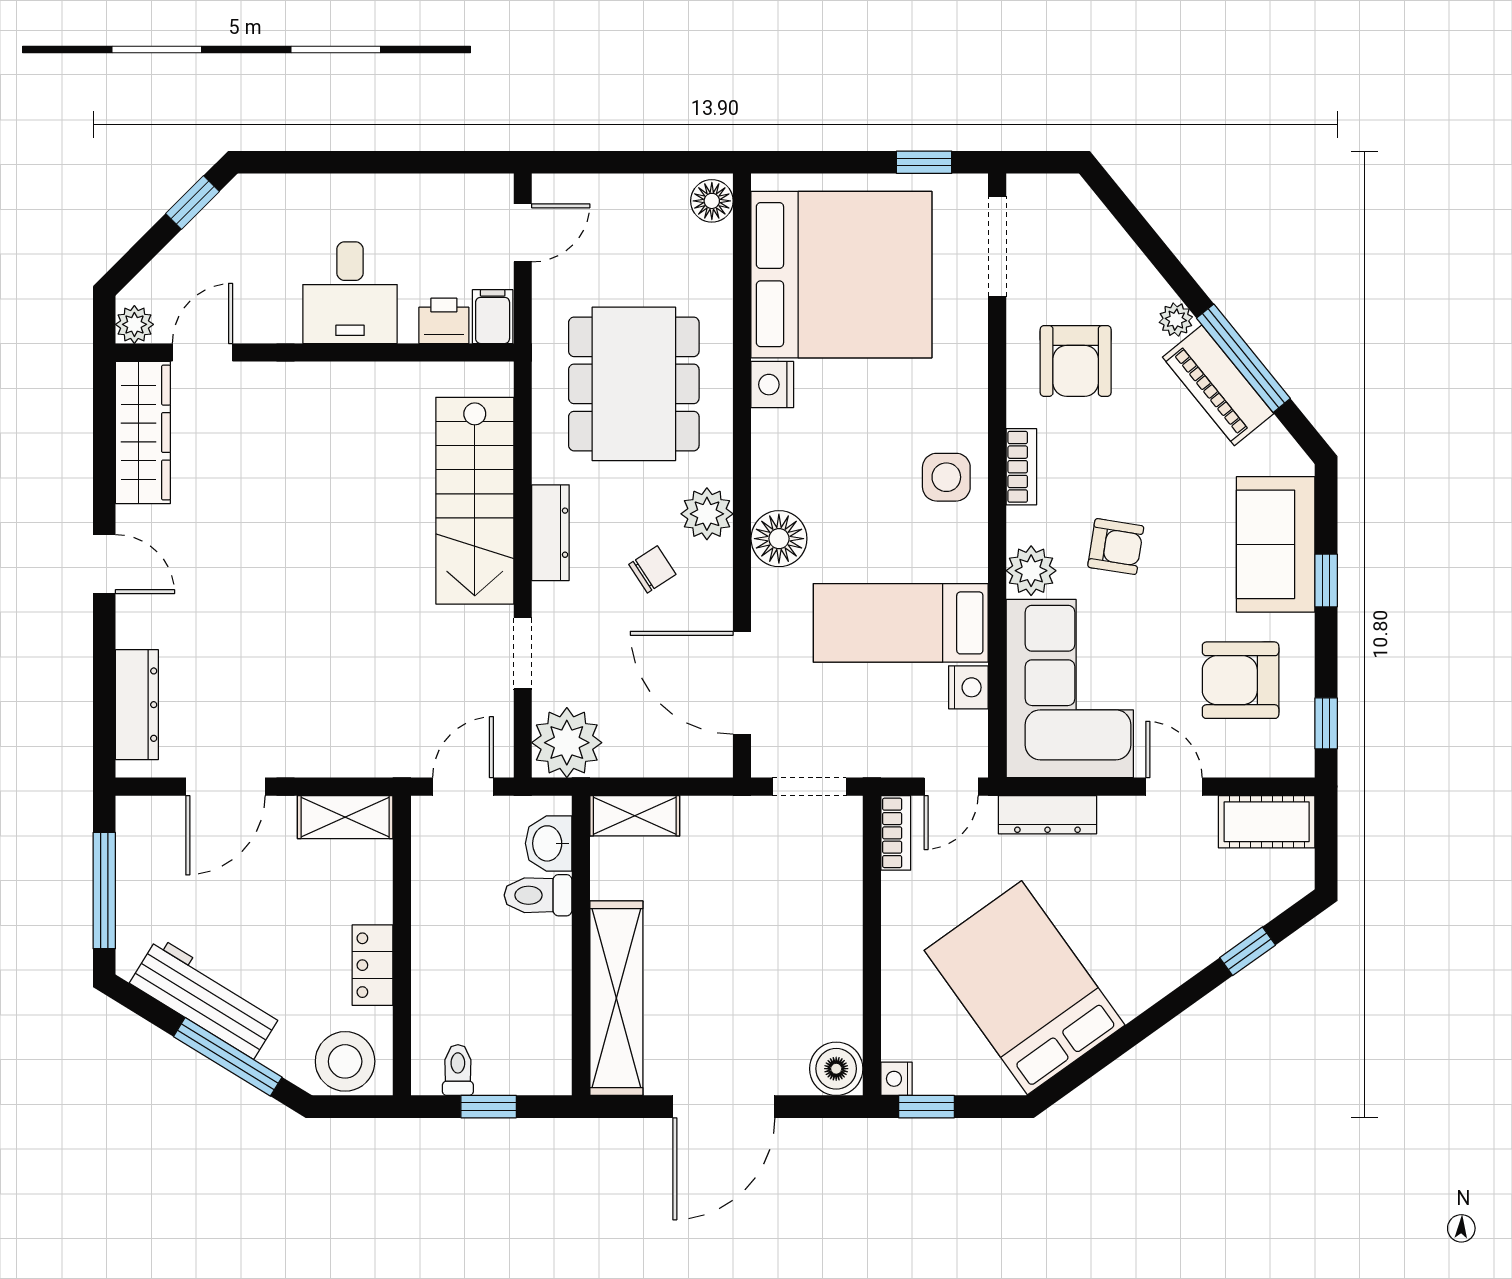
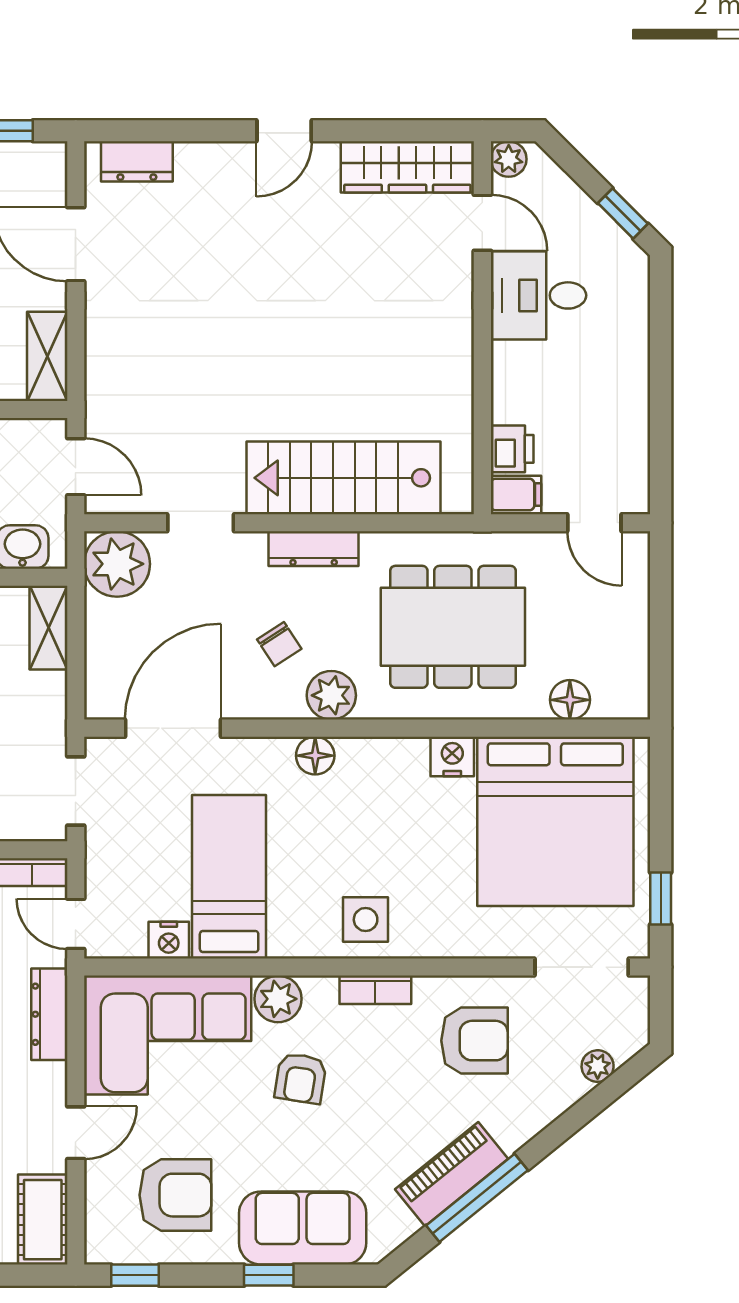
floor lamp: (712, 201) -> (570, 700), moved
desk: (350, 293) -> (538, 295), moved
plant: (1176, 320) -> (598, 1066), moved
armchair: (1076, 361) -> (474, 1041), turned 180
floor lamp: (779, 539) -> (315, 756), width x0.73, depth x0.73
armchair: (1241, 680) -> (175, 1195), turned 90
dresser: (137, 705) -> (137, 161), width x0.70

